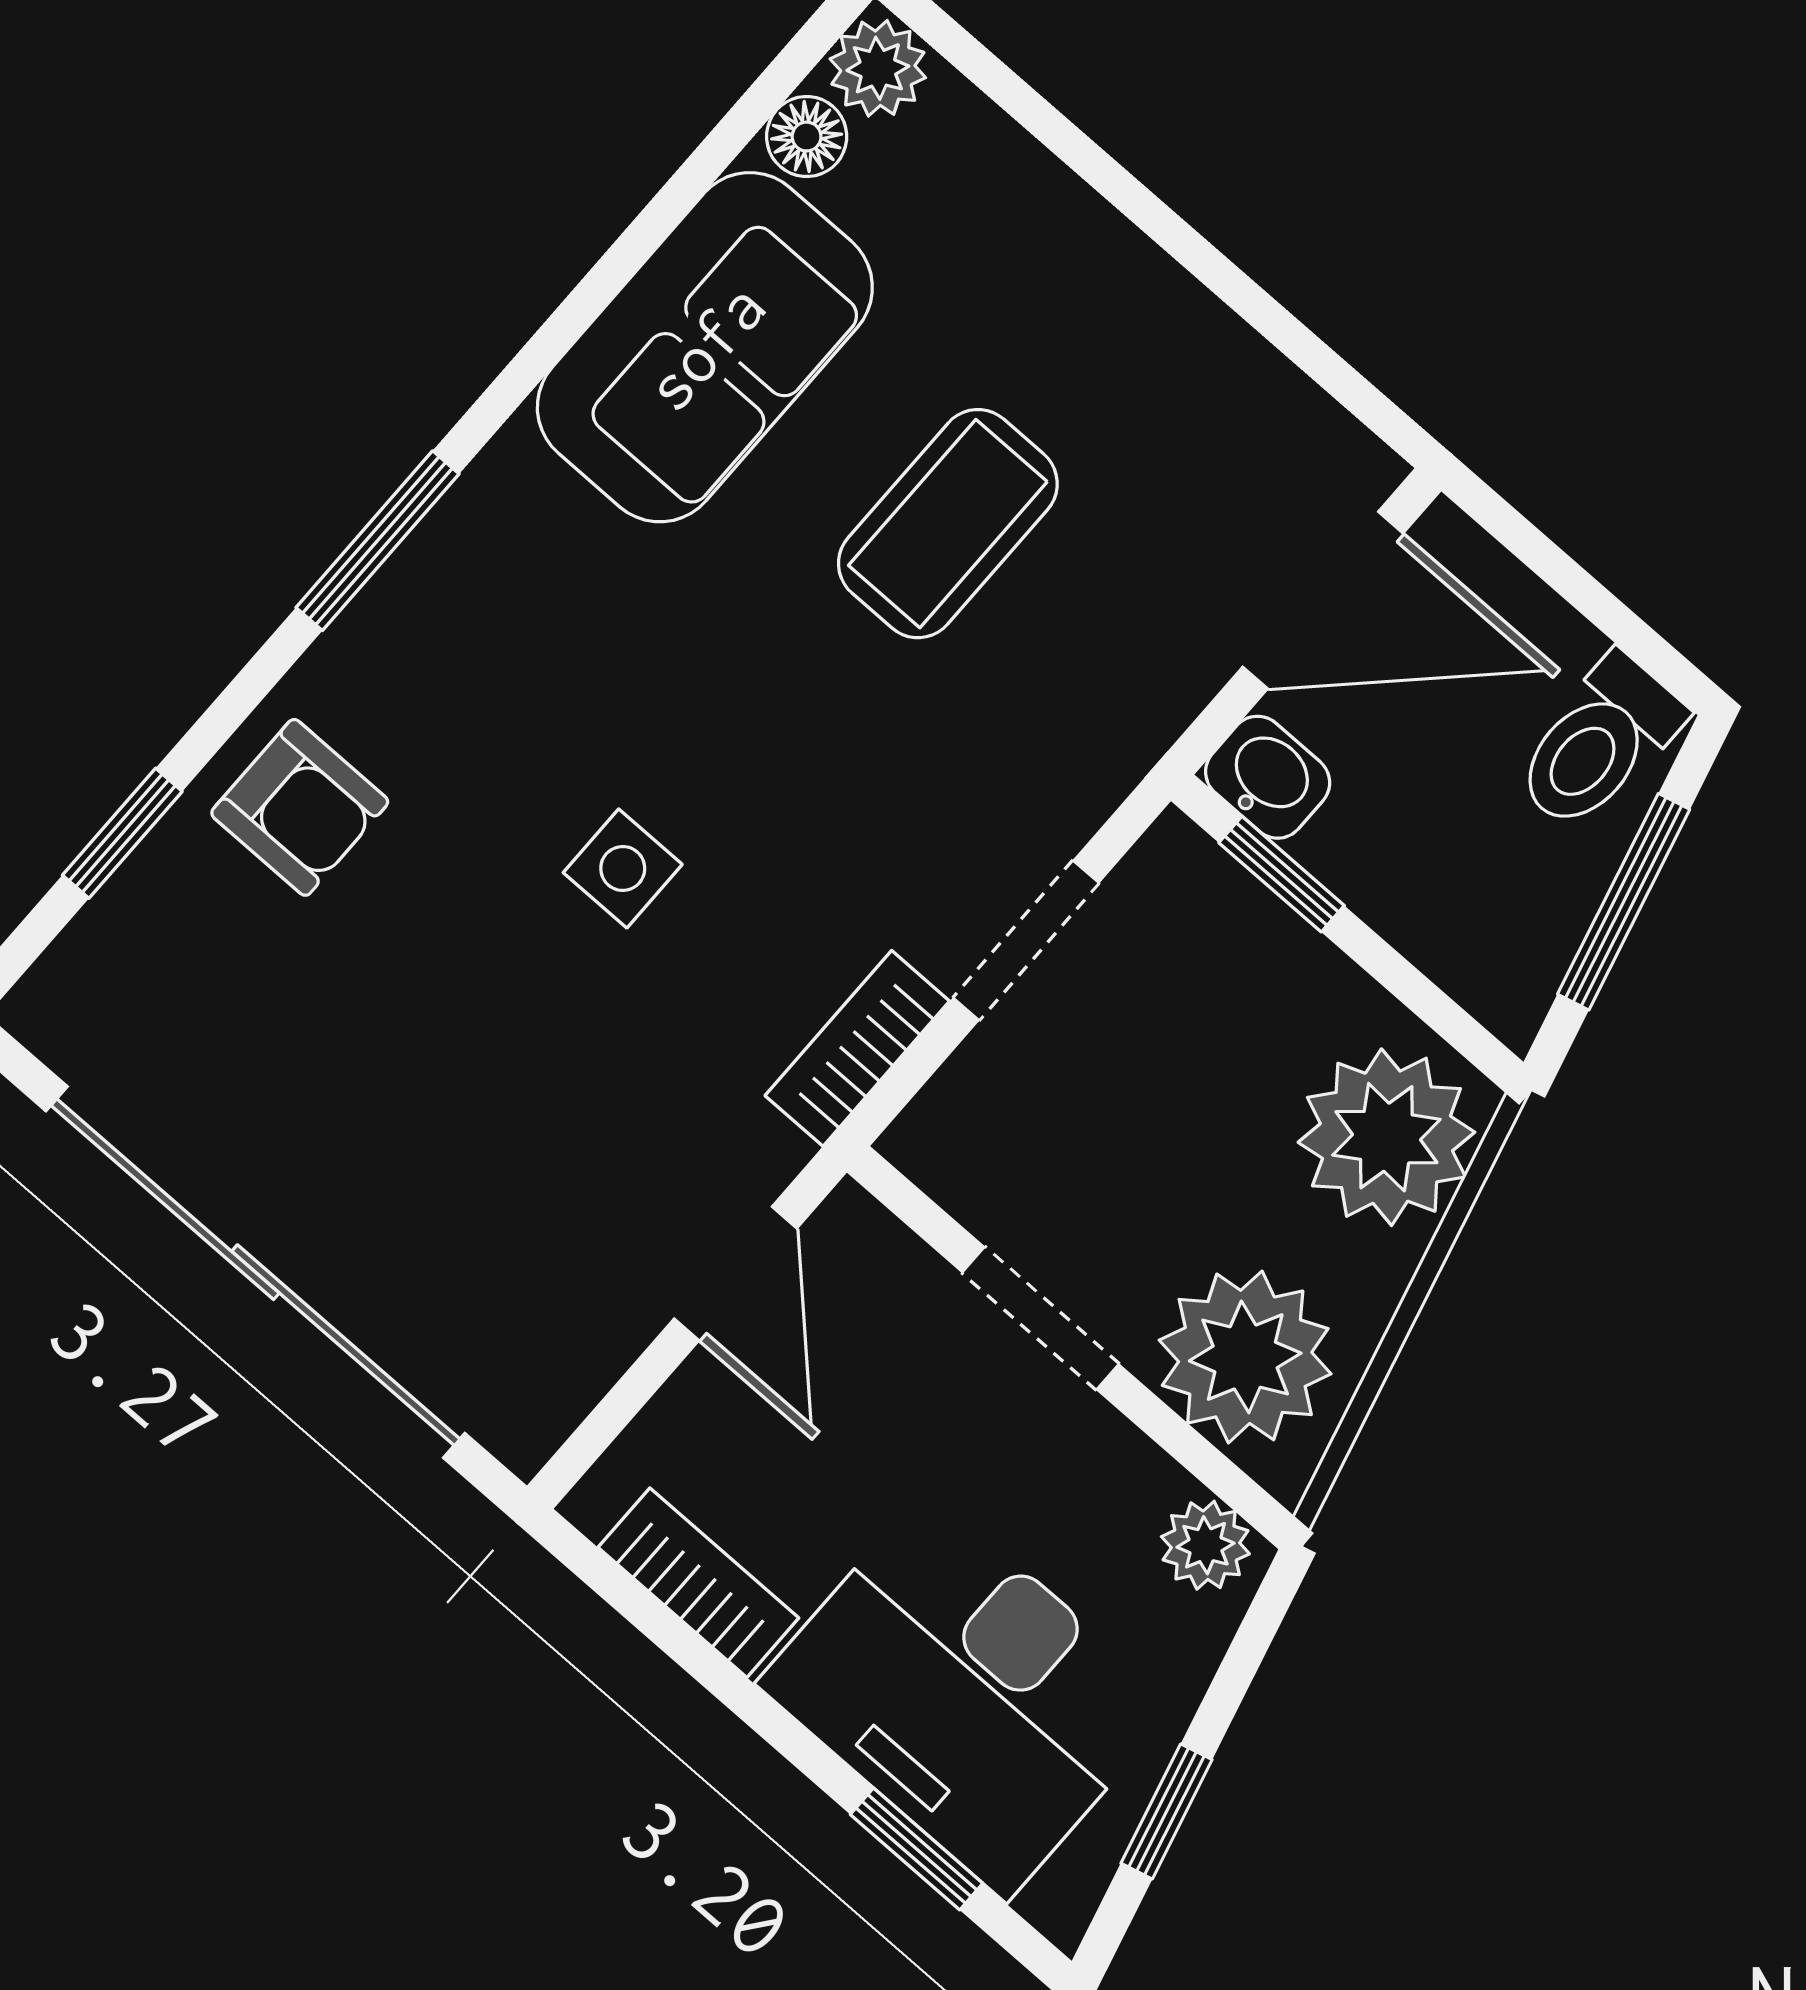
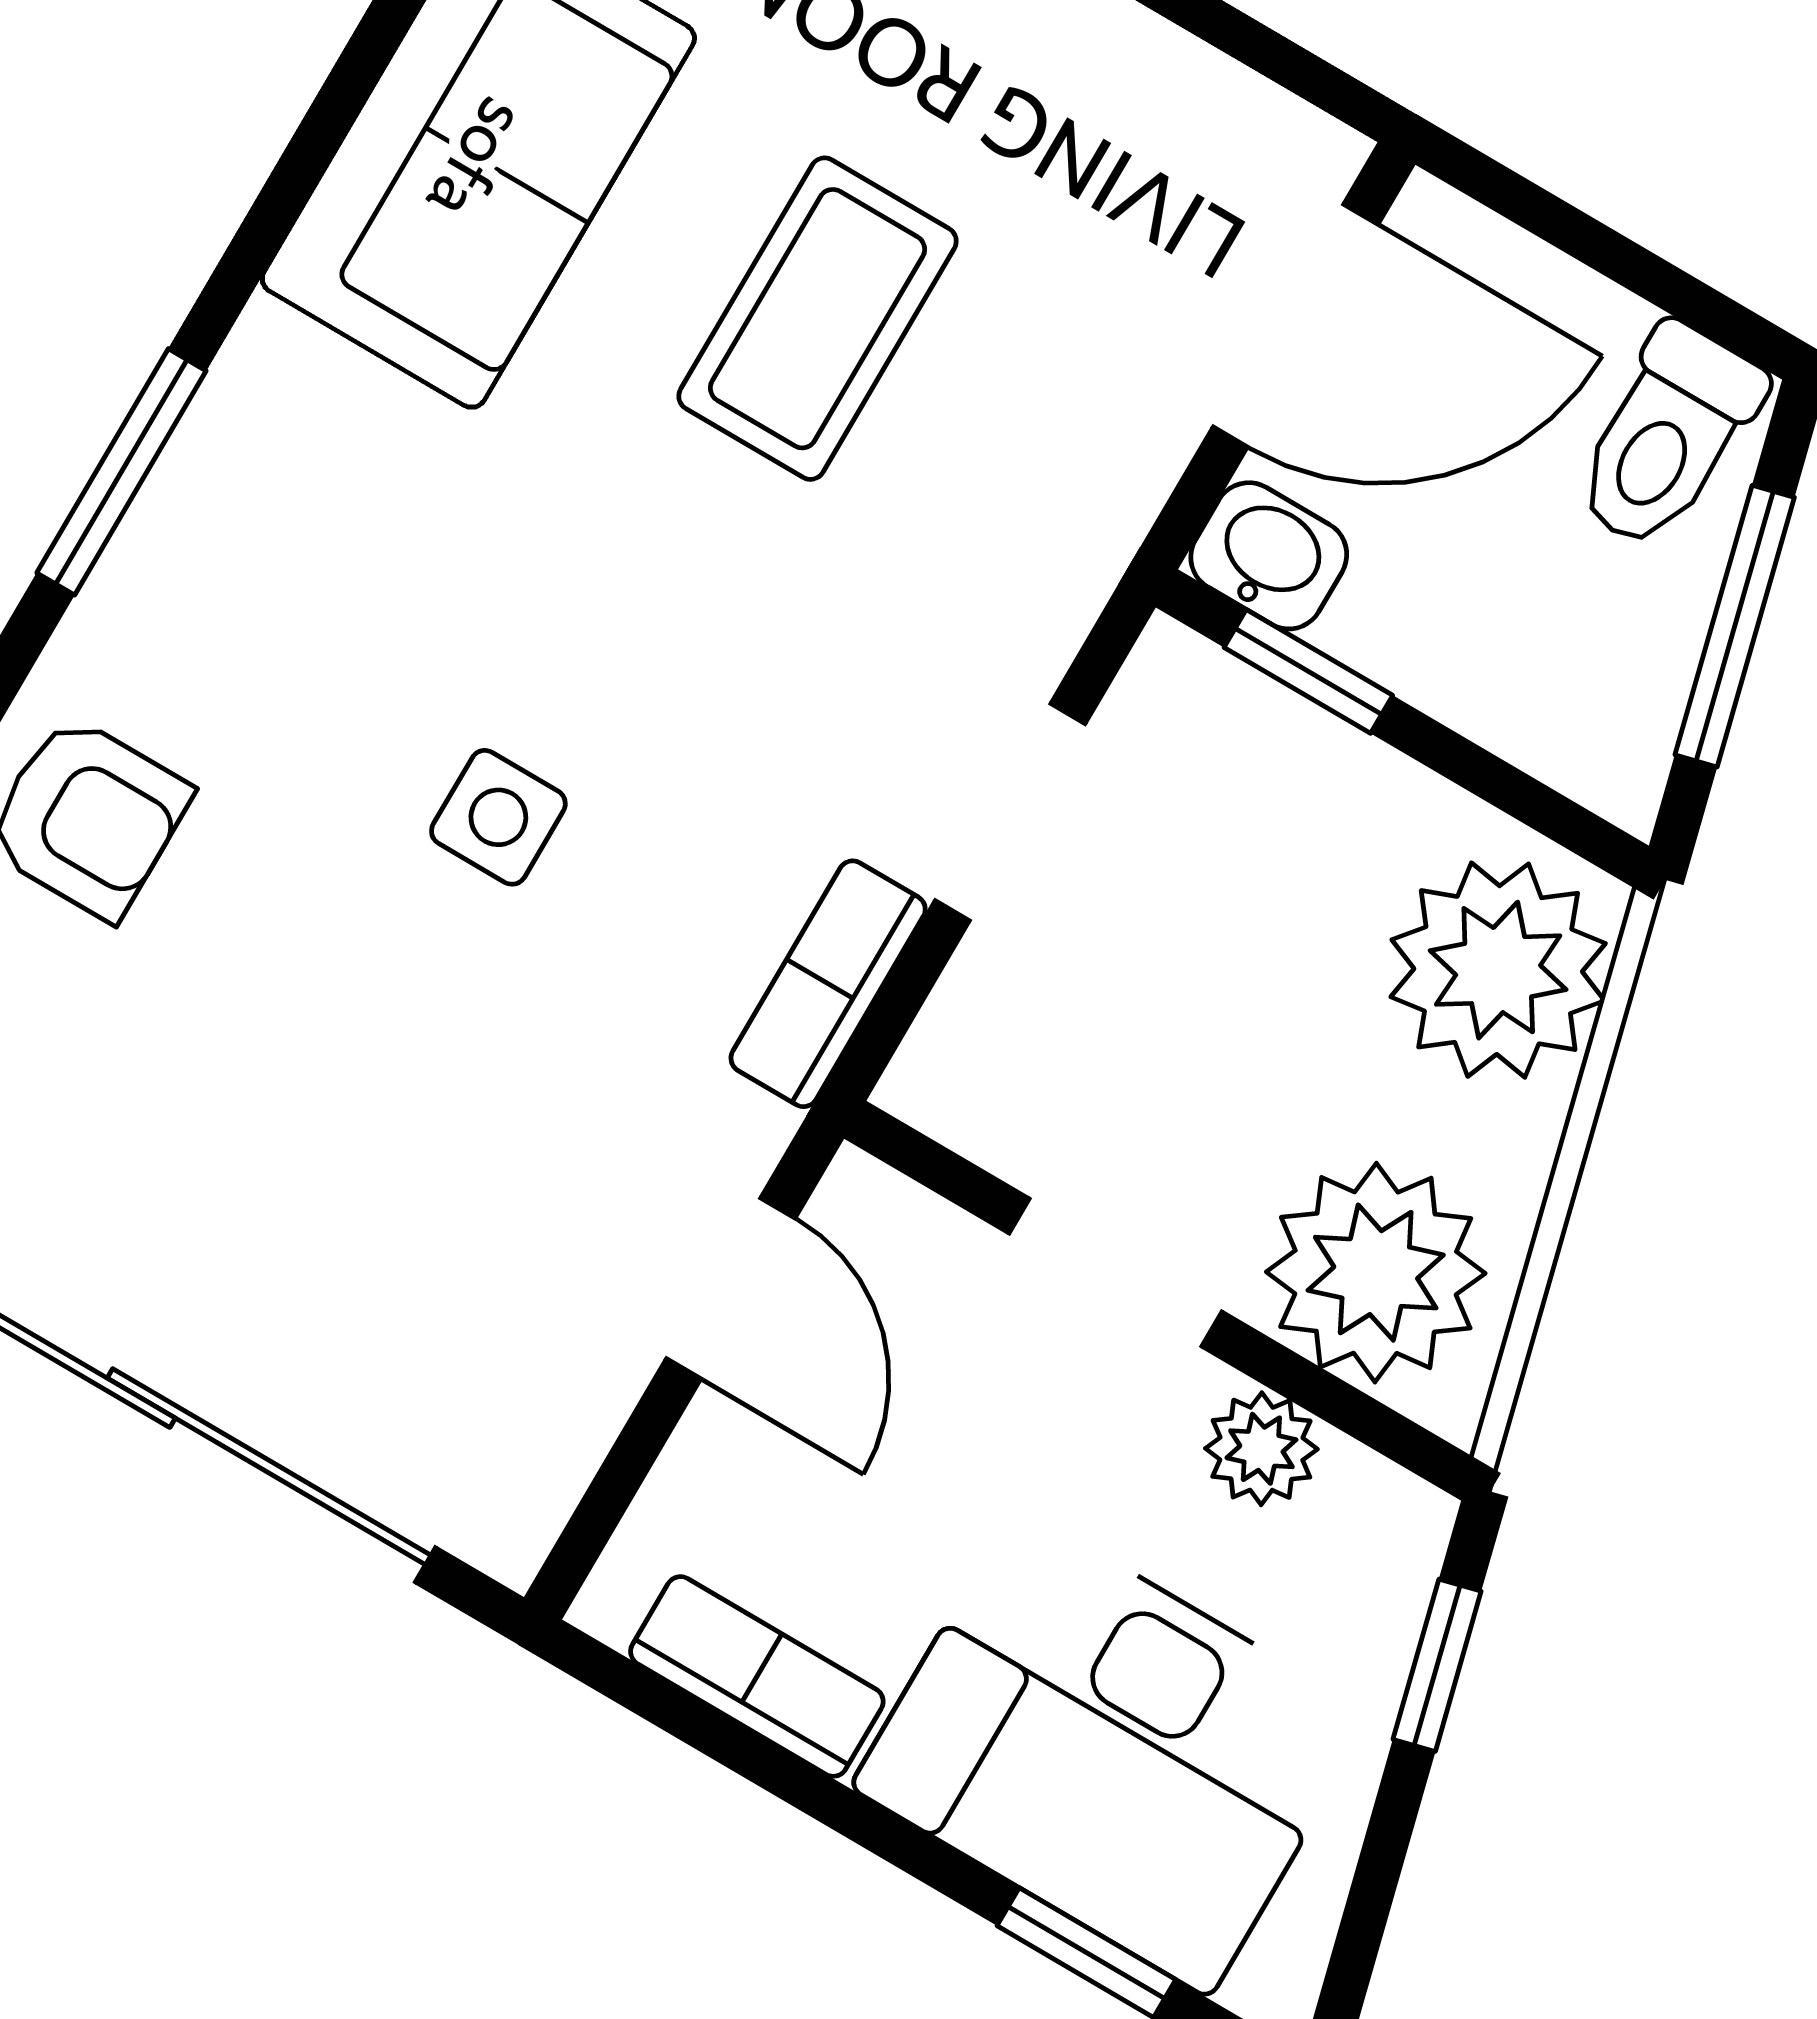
plant: (1205, 1545) -> (1261, 1449), moved
window: (1167, 1811) -> (1437, 1665), moved

